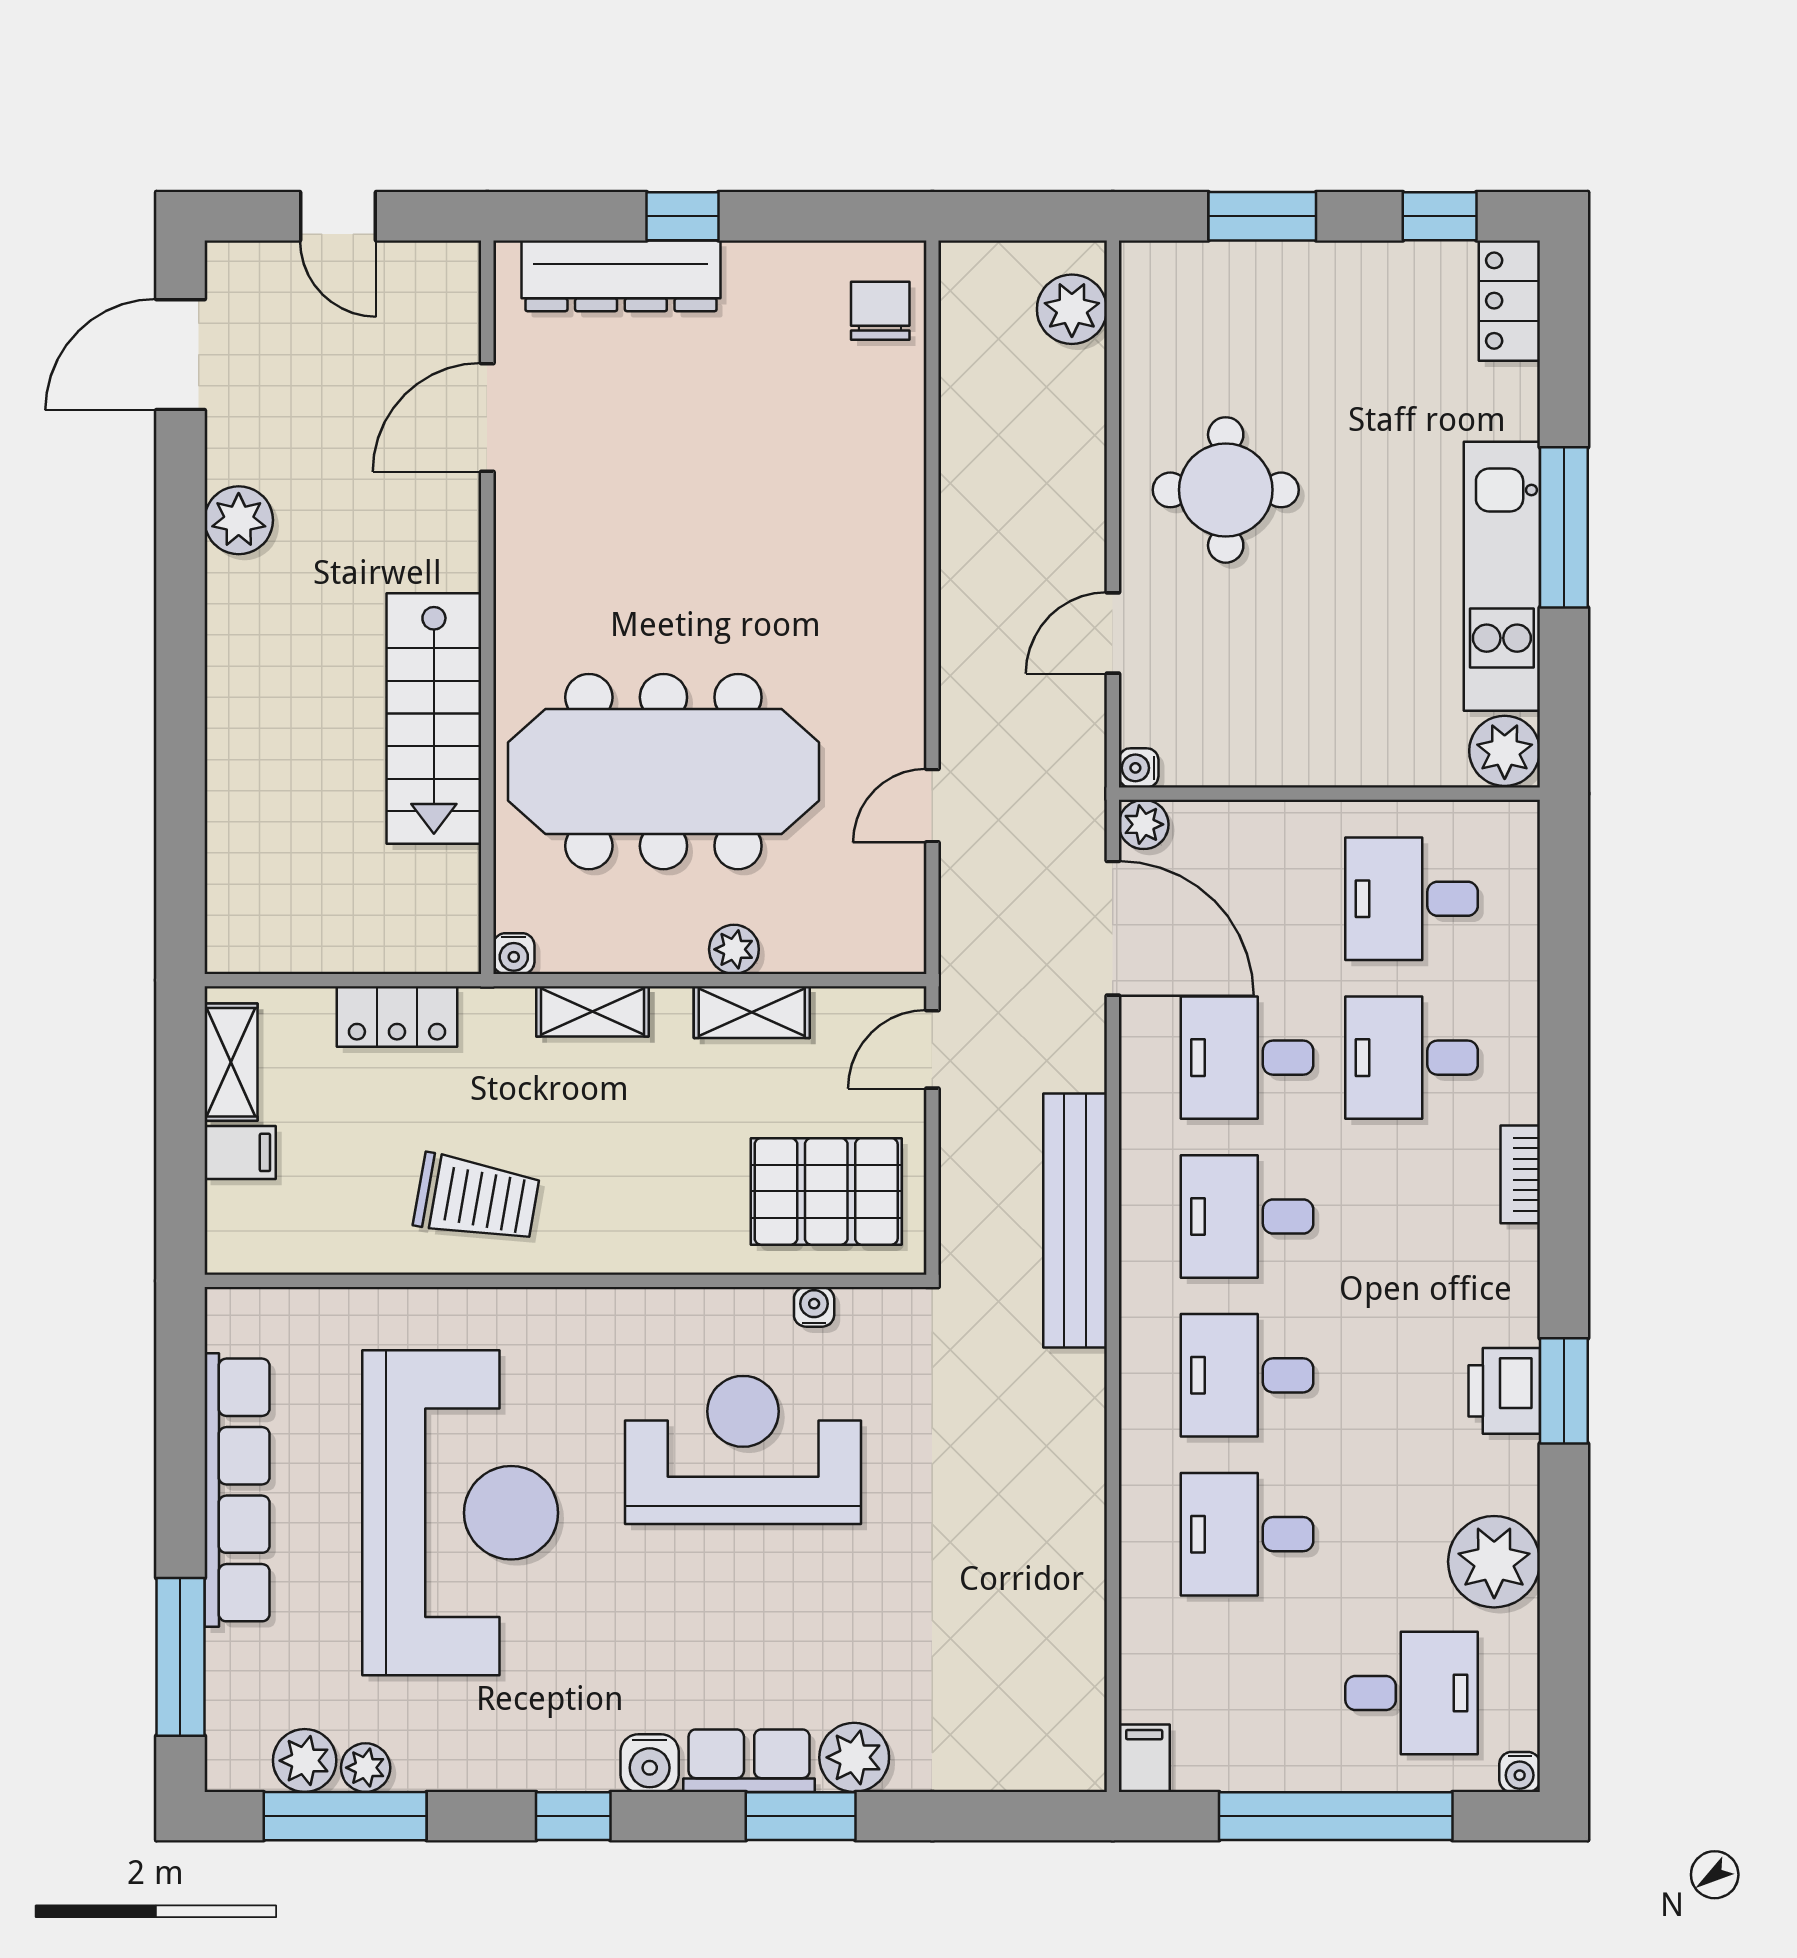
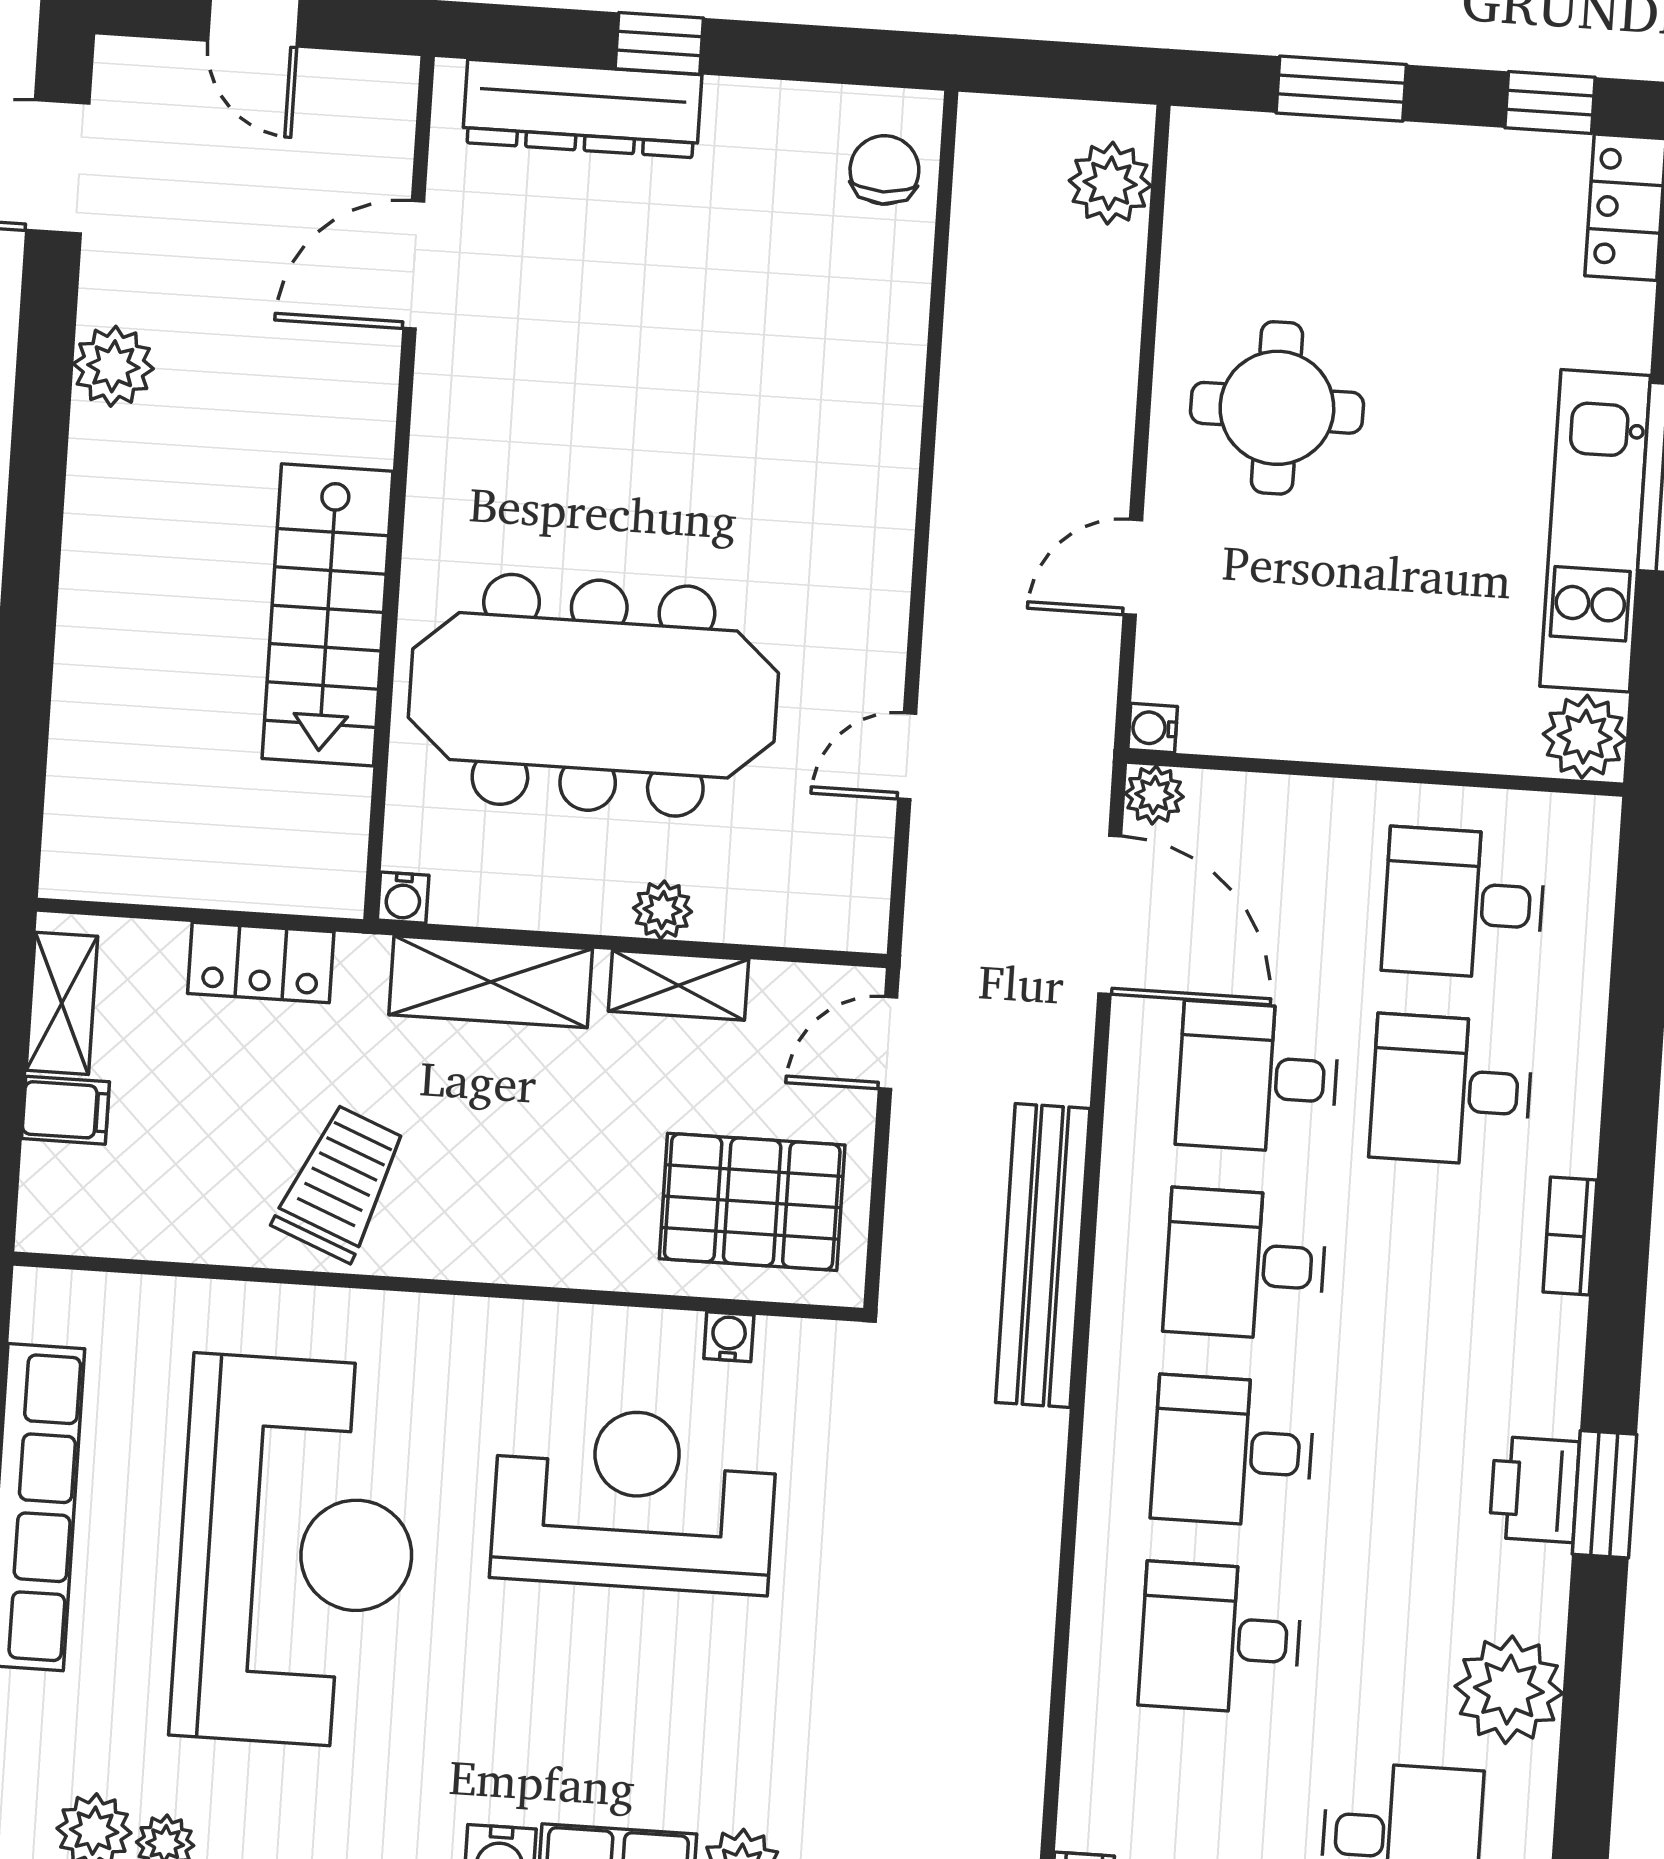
shelving: (593, 1011) -> (491, 982), width x1.50, depth x1.33
trolley: (477, 1199) -> (340, 1183), turned -78

